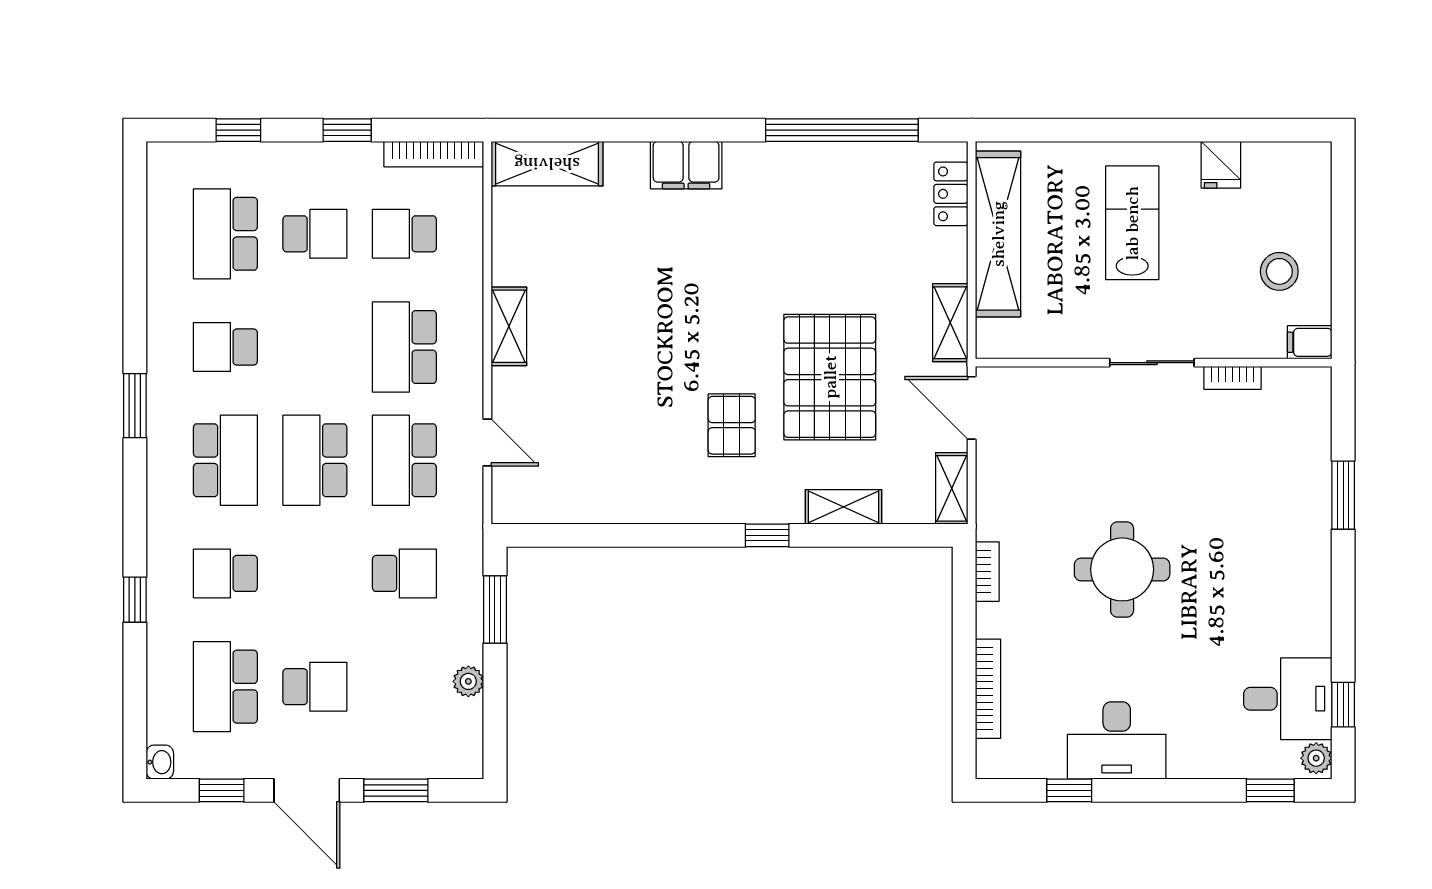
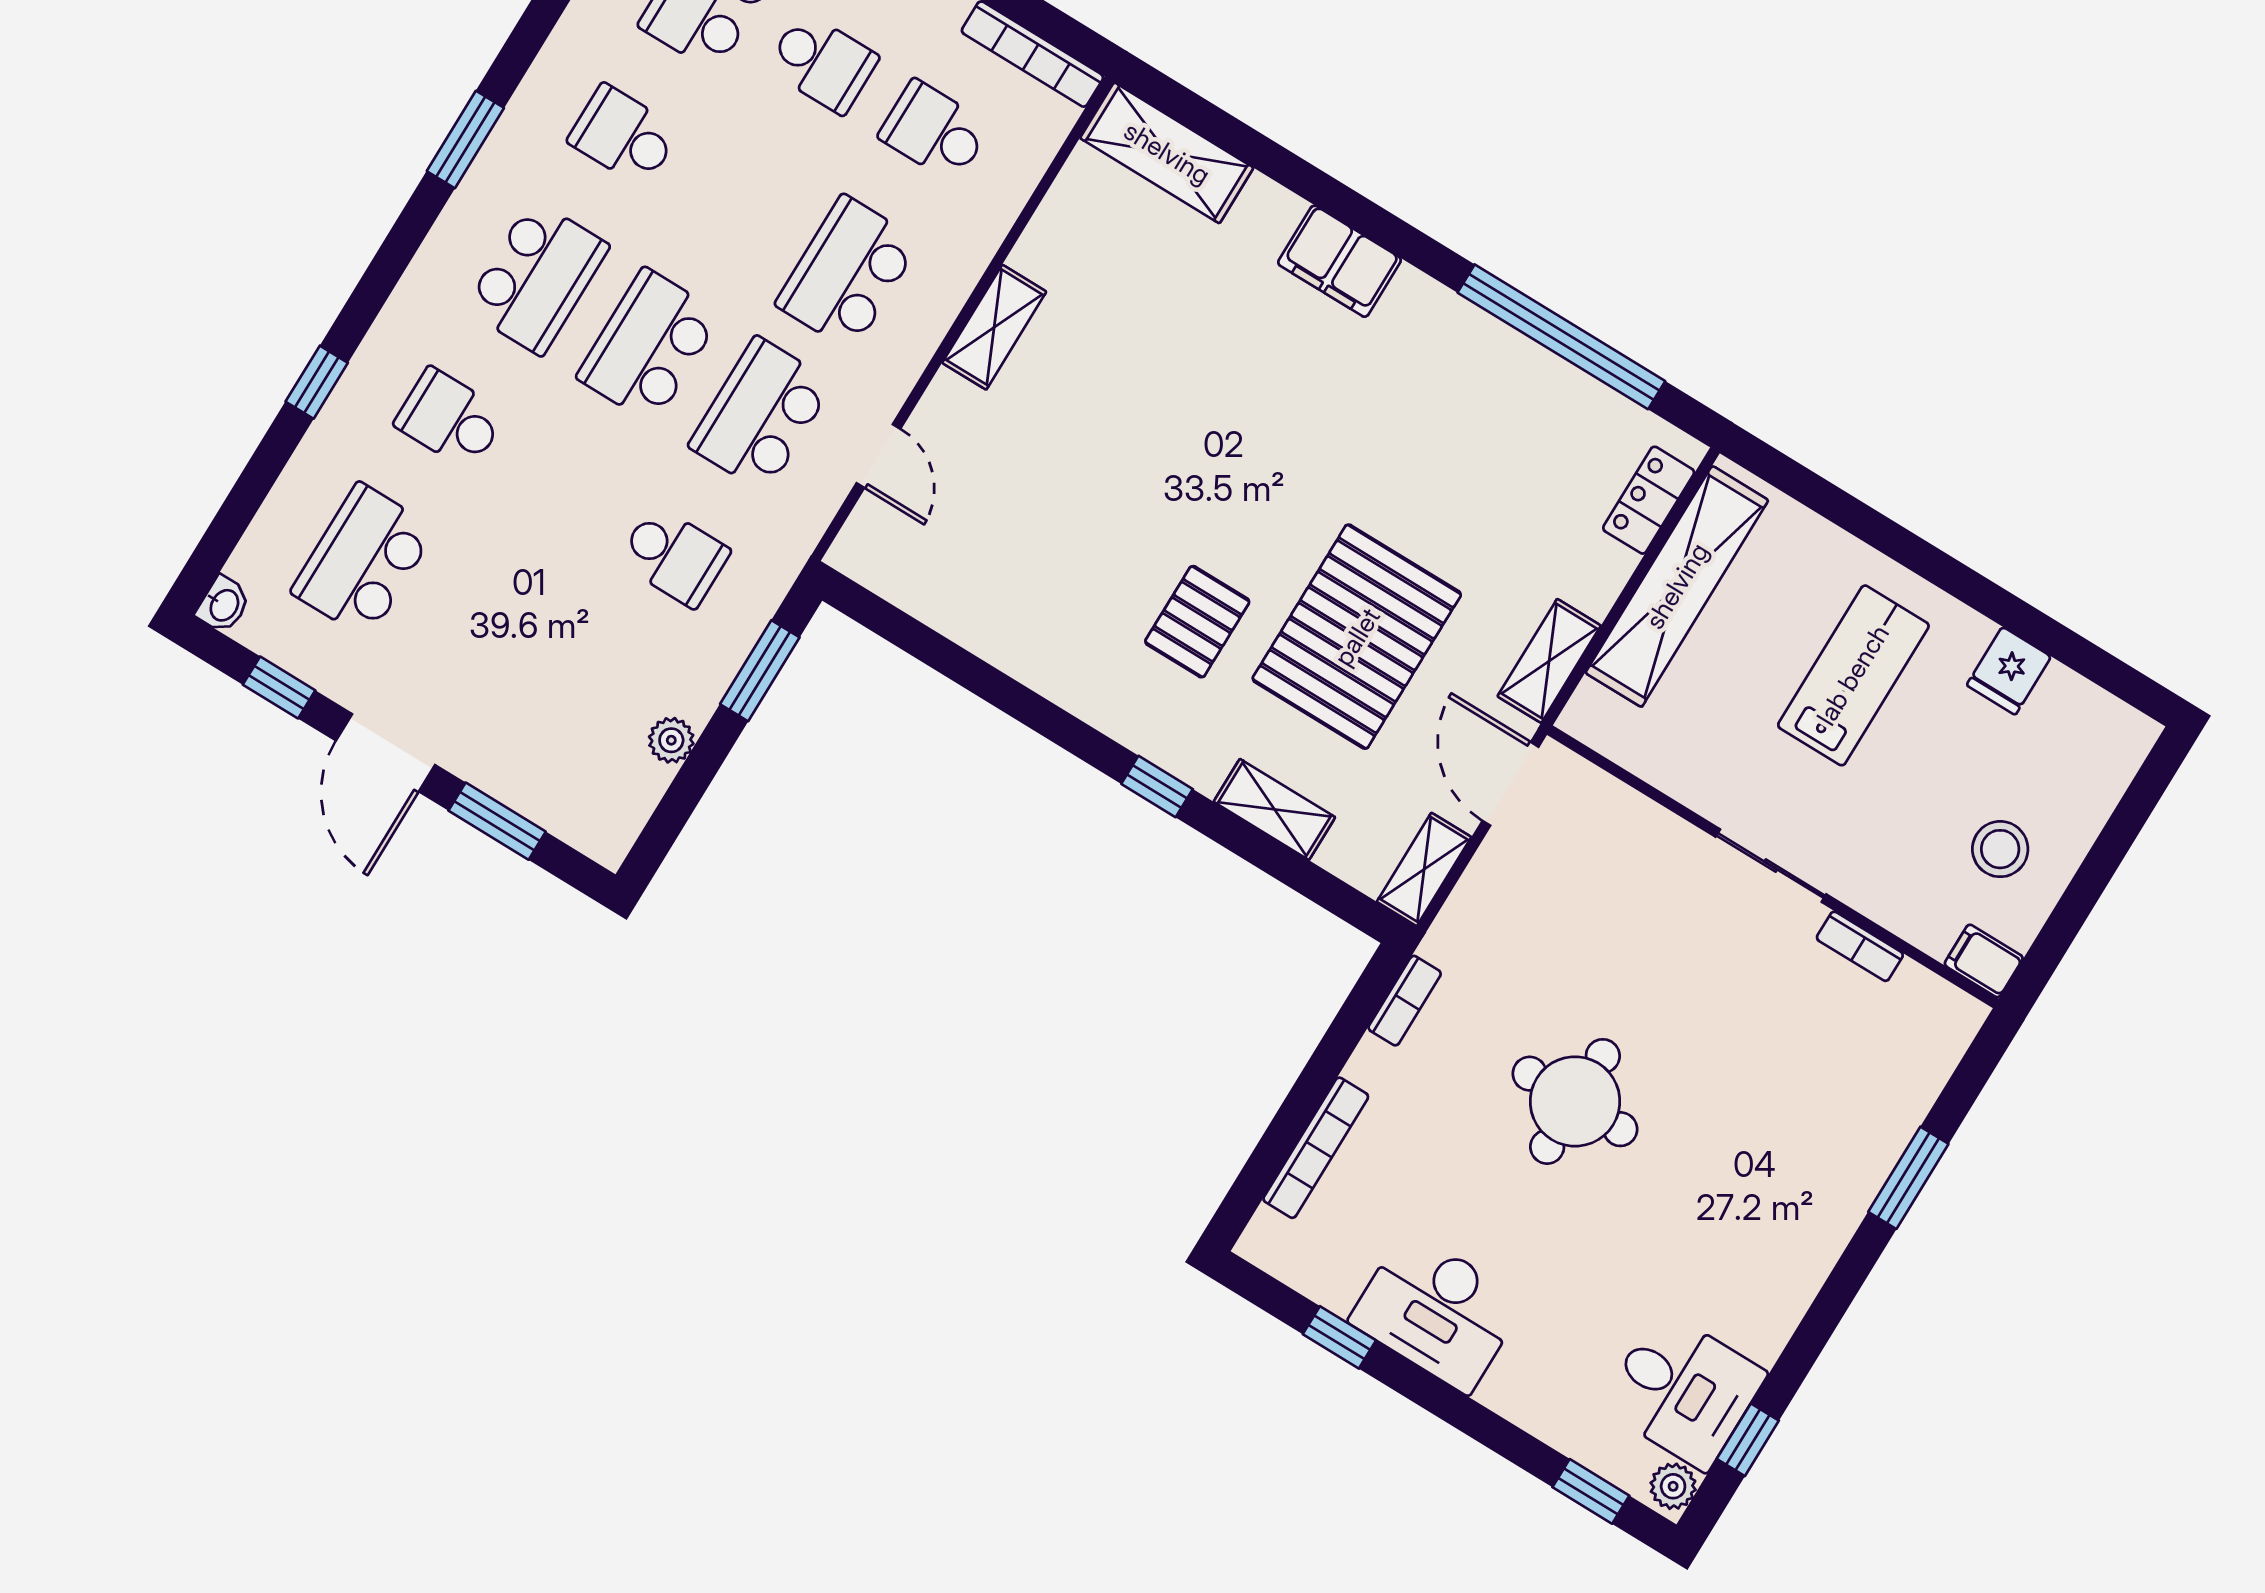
school desk: (315, 687) -> (475, 629), removed

